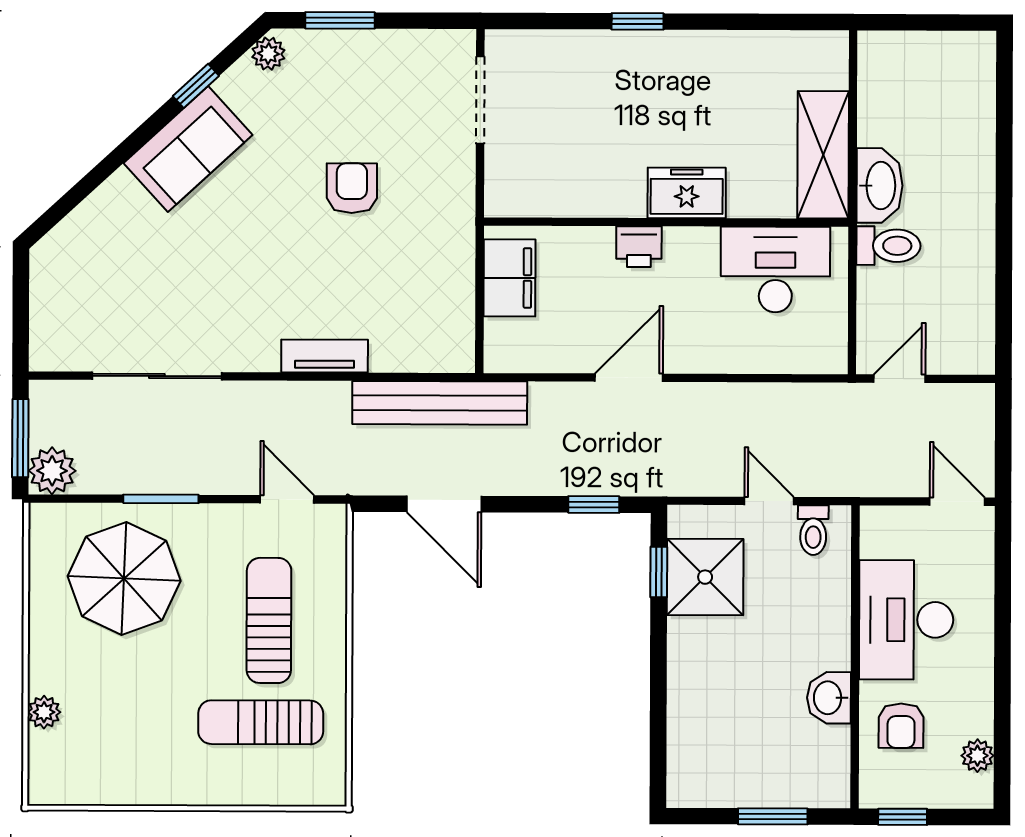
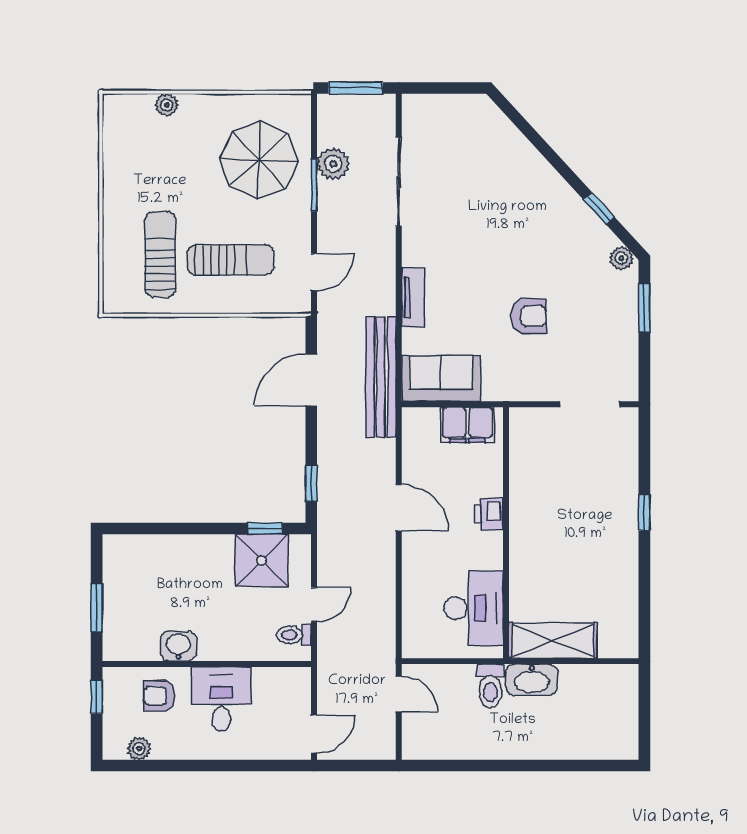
sofa: (188, 149) -> (441, 379), moved, turned 132
freezer: (687, 193) -> (526, 547), removed
plant: (52, 471) -> (333, 164), moved
desk: (906, 620) -> (221, 699), width x0.73

